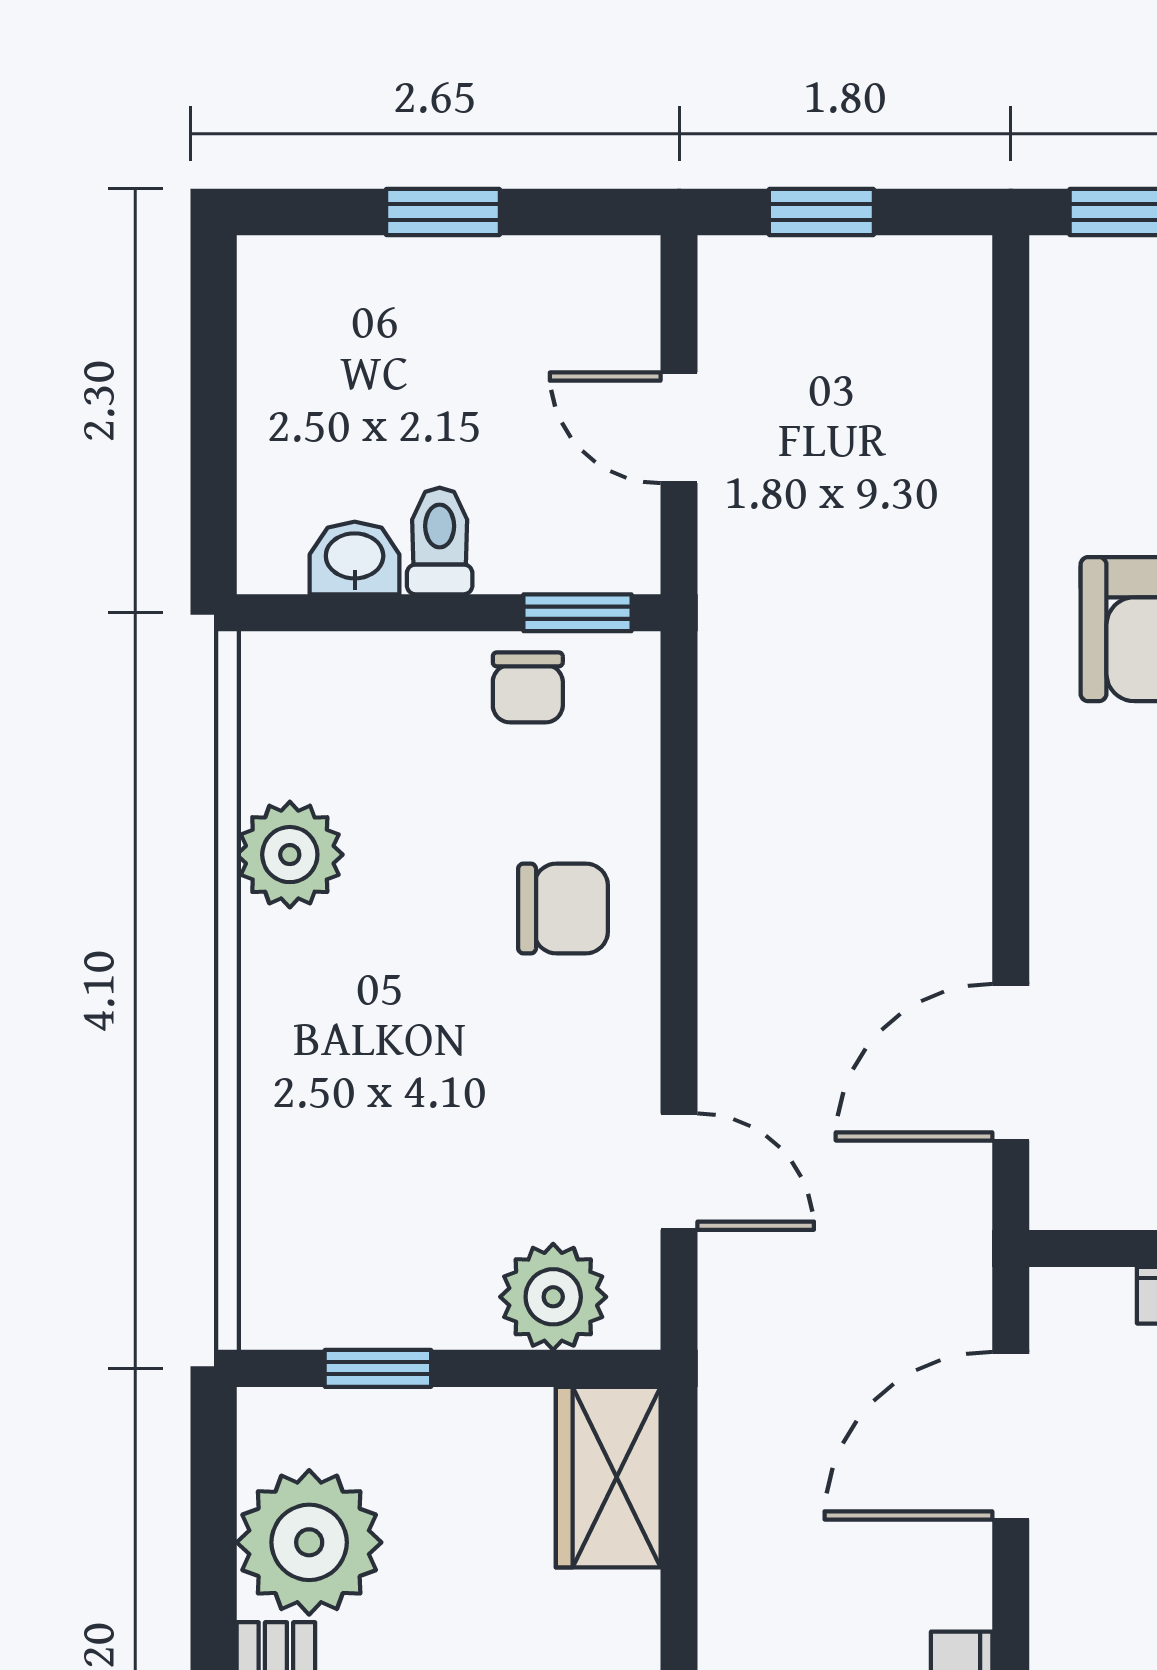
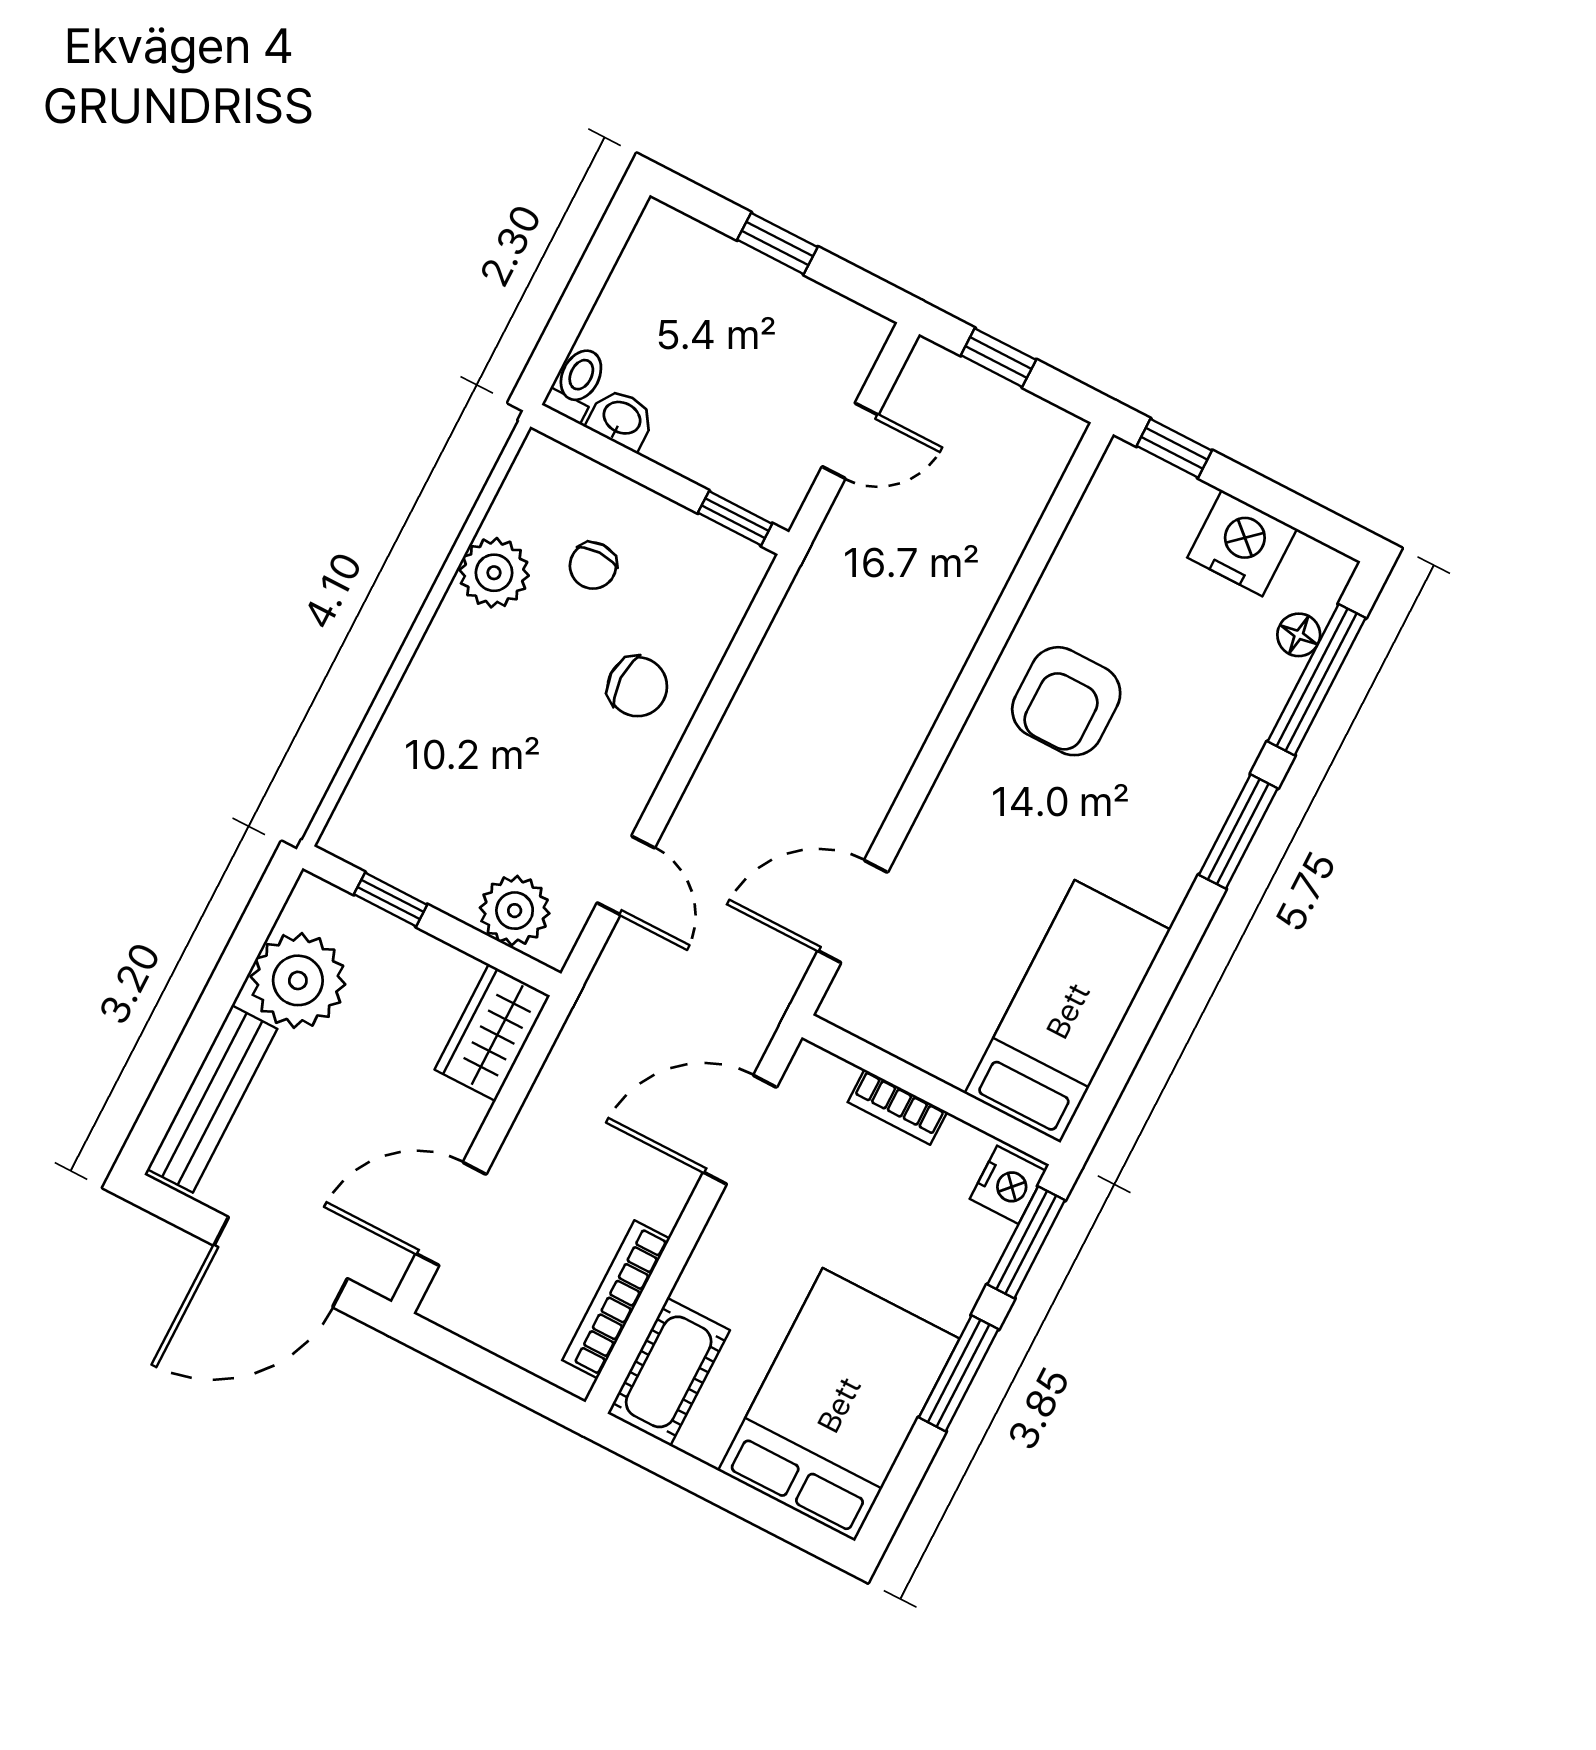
door: (679, 428) -> (850, 441), swing flipped
toilet: (440, 541) -> (577, 383), moved
chair: (528, 687) -> (593, 566), moved

